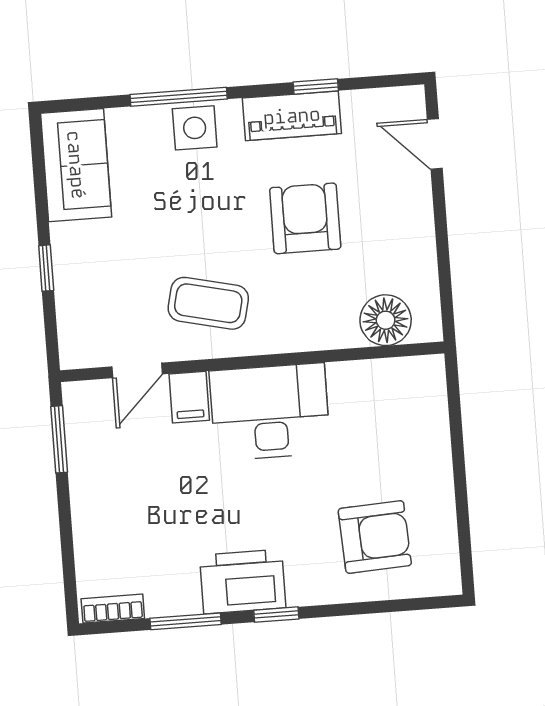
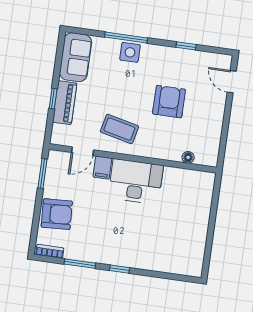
piano: (292, 116) -> (65, 103), moved, turned -90
floor lamp: (386, 320) -> (188, 157), width x0.53, depth x0.53
armchair: (375, 537) -> (57, 214), moved
printer: (243, 582) -> (108, 252), removed

